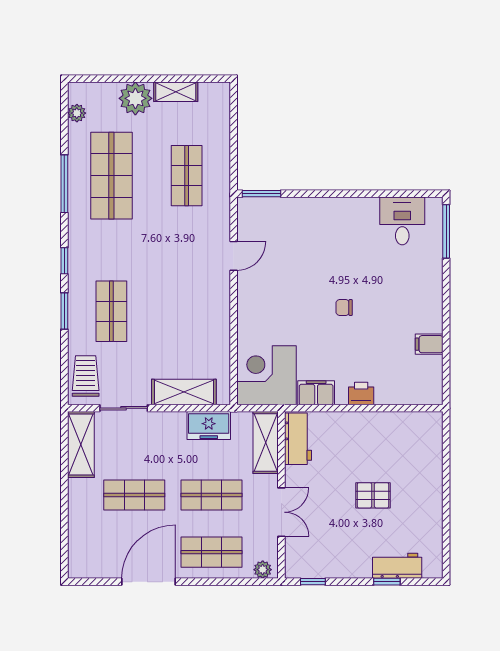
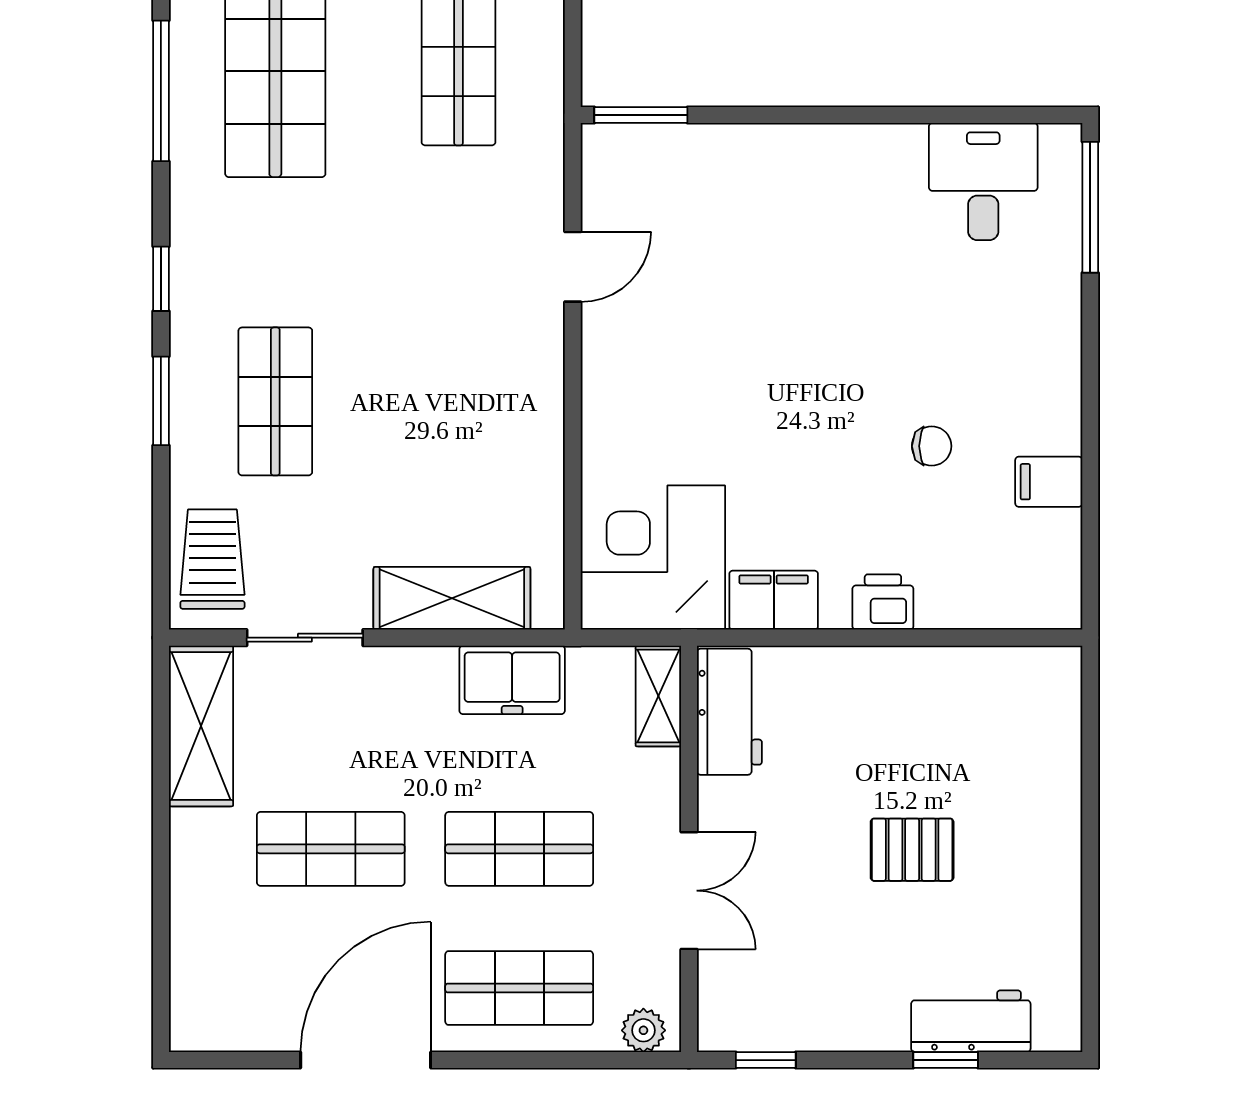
chair: (344, 308) -> (932, 446), moved, turned 180
shelving: (266, 443) -> (658, 696), width x0.67, depth x0.75

